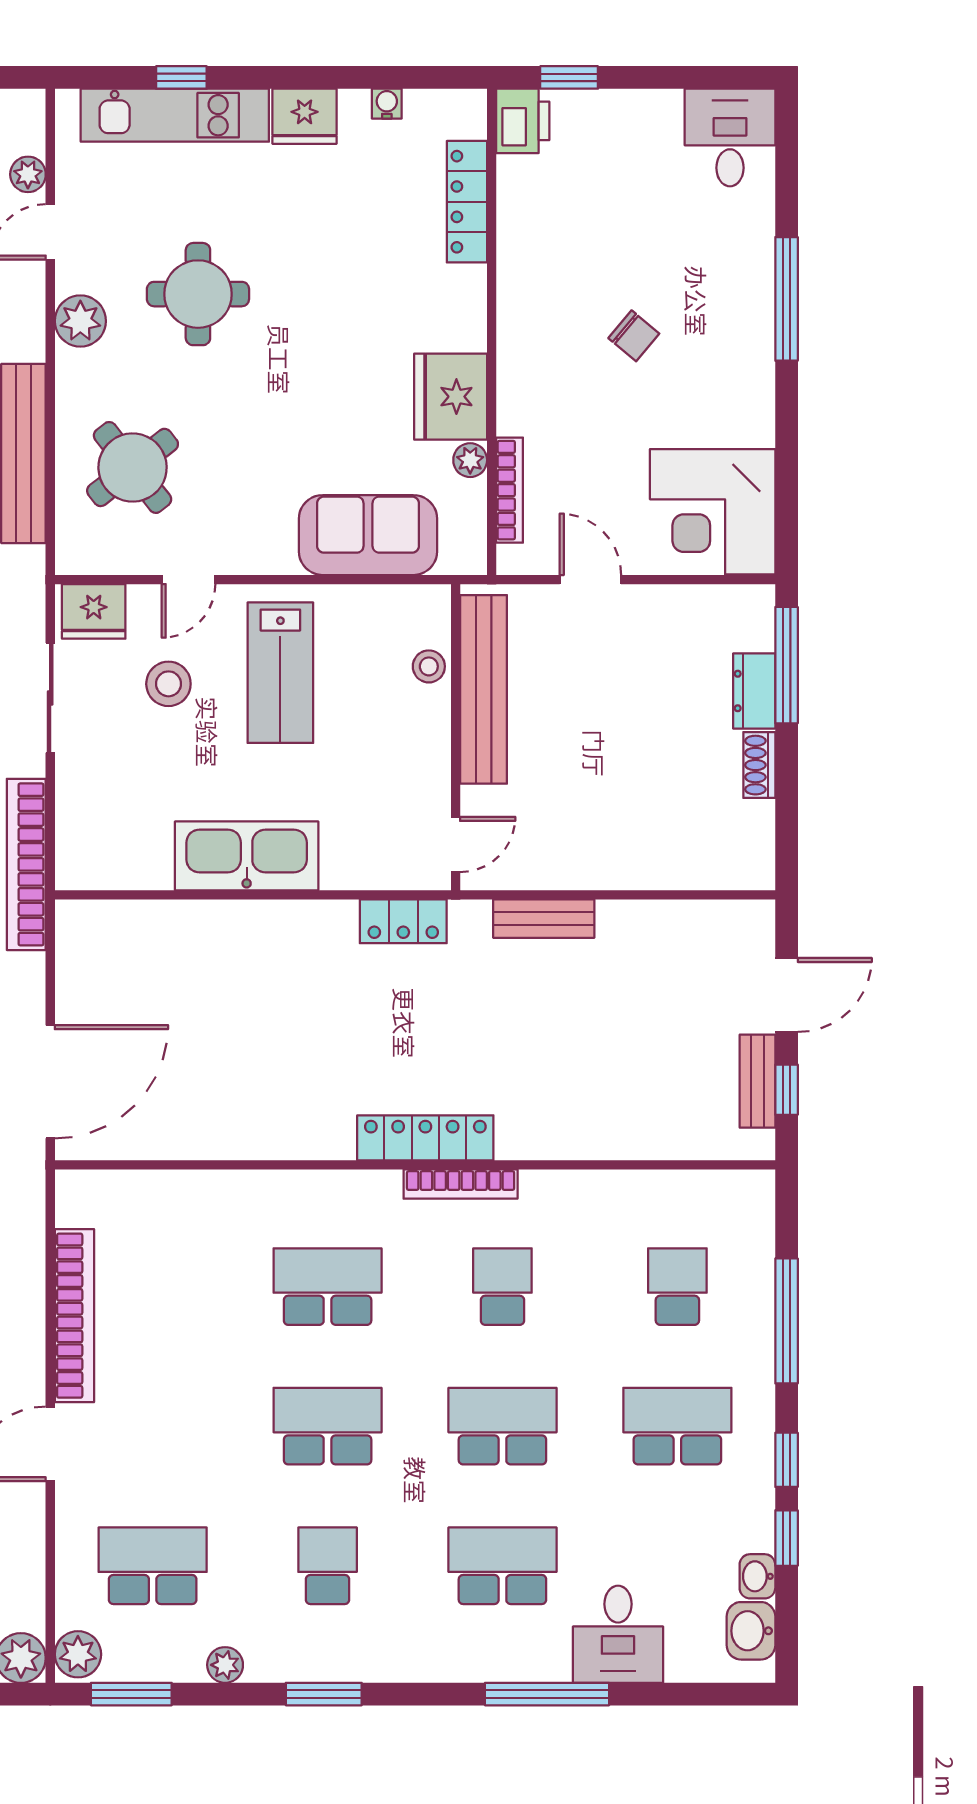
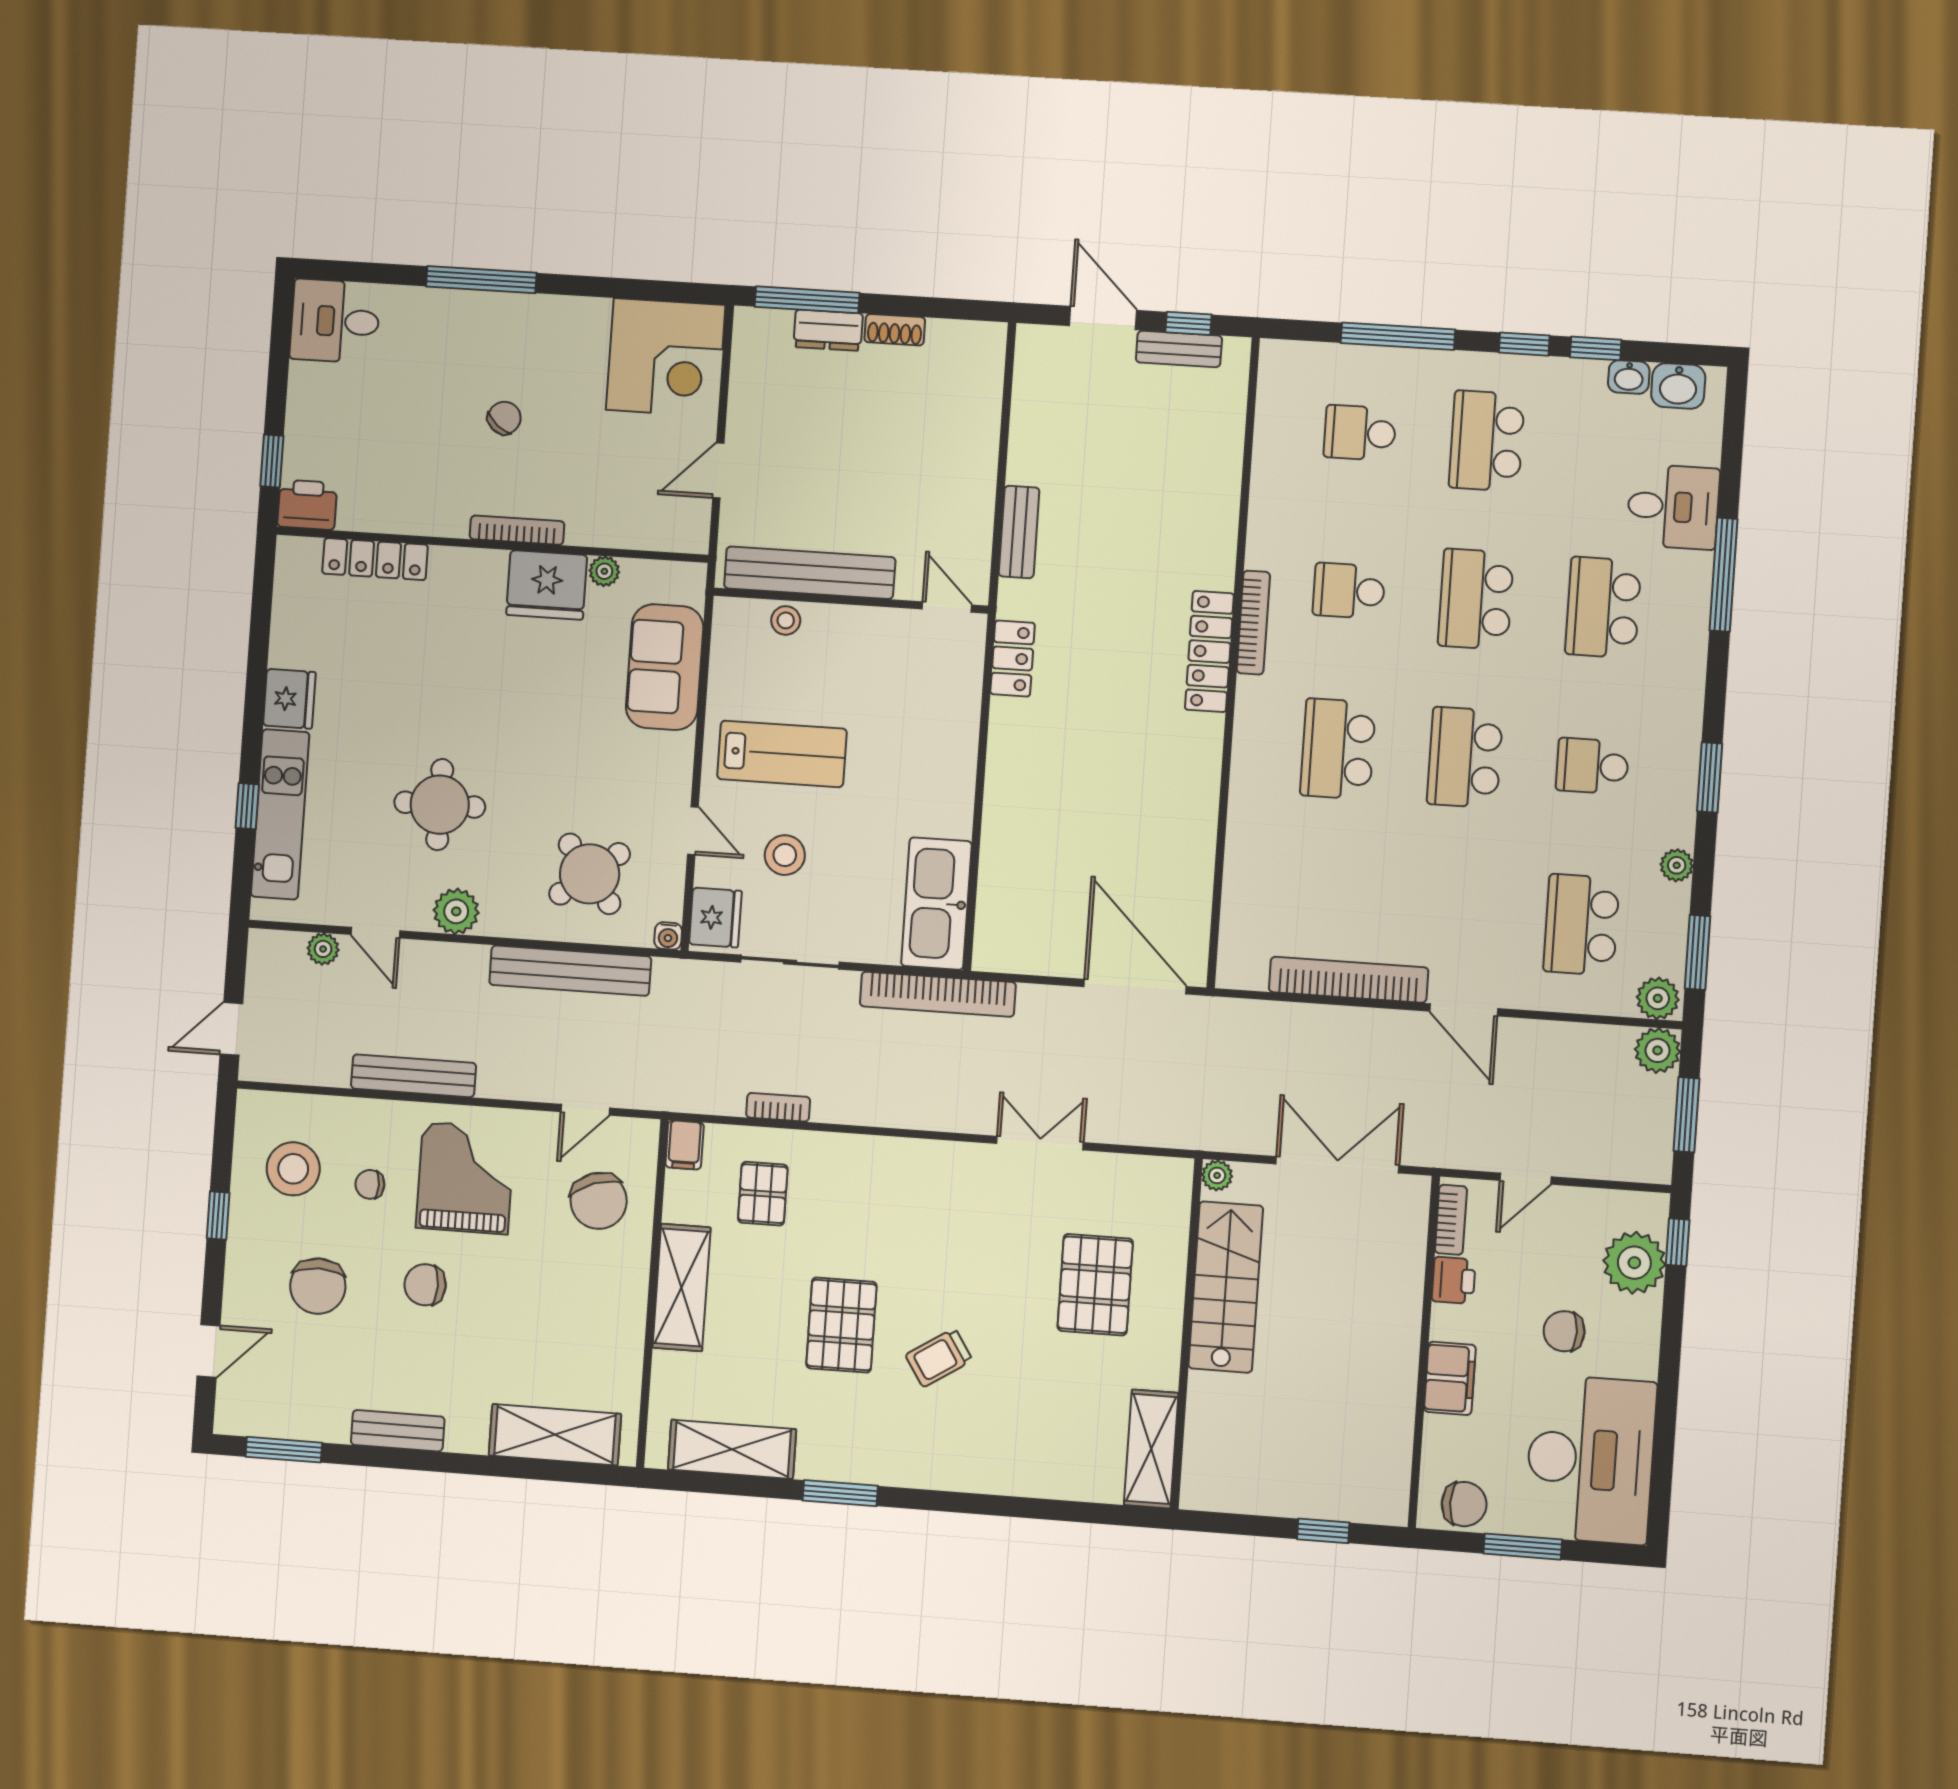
water cooler: (387, 104) -> (668, 936), moved, turned -90
bookcase: (510, 490) -> (517, 530), moved
kitchen sink: (247, 856) -> (936, 904), moved

